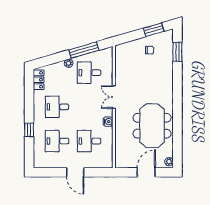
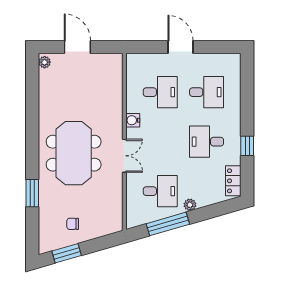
window: (177, 52) -> (32, 193), moved
desk: (57, 107) -> (207, 142), turned 180
meeting table: (152, 126) -> (74, 153), moved
window: (29, 130) -> (247, 146), moved
door: (146, 172) -> (77, 47), swing flipped

